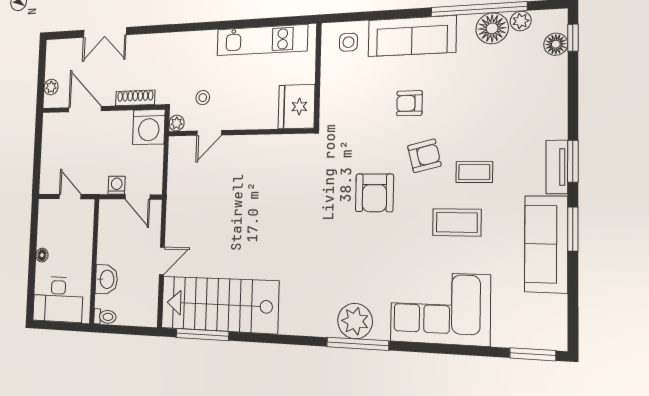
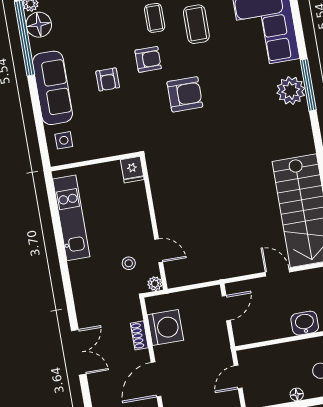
double door: (105, 32) -> (79, 352), moved
shoe rack: (135, 98) -> (139, 335), width x0.70
fridge: (297, 107) -> (132, 170), width x0.53, depth x0.75
washing machine: (149, 127) -> (165, 328), moved
armchair: (424, 156) -> (148, 59), turned 104
washing machine: (117, 185) -> (219, 331), removed

